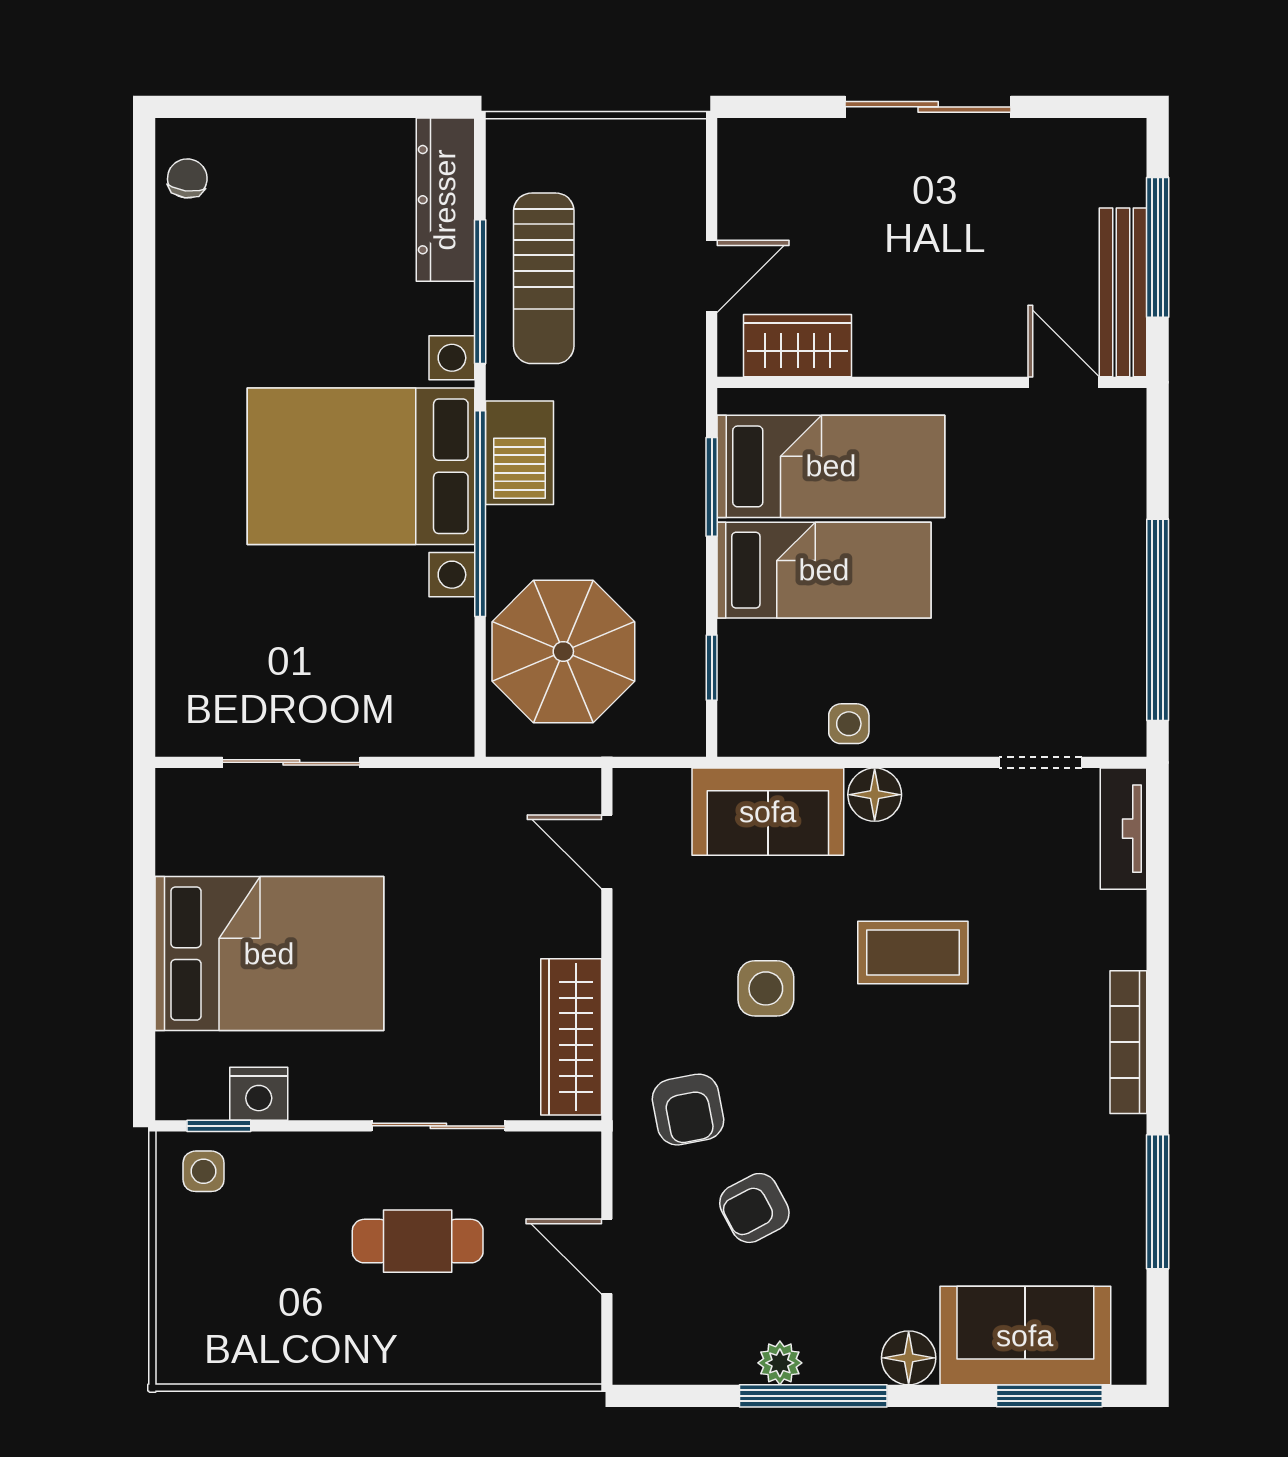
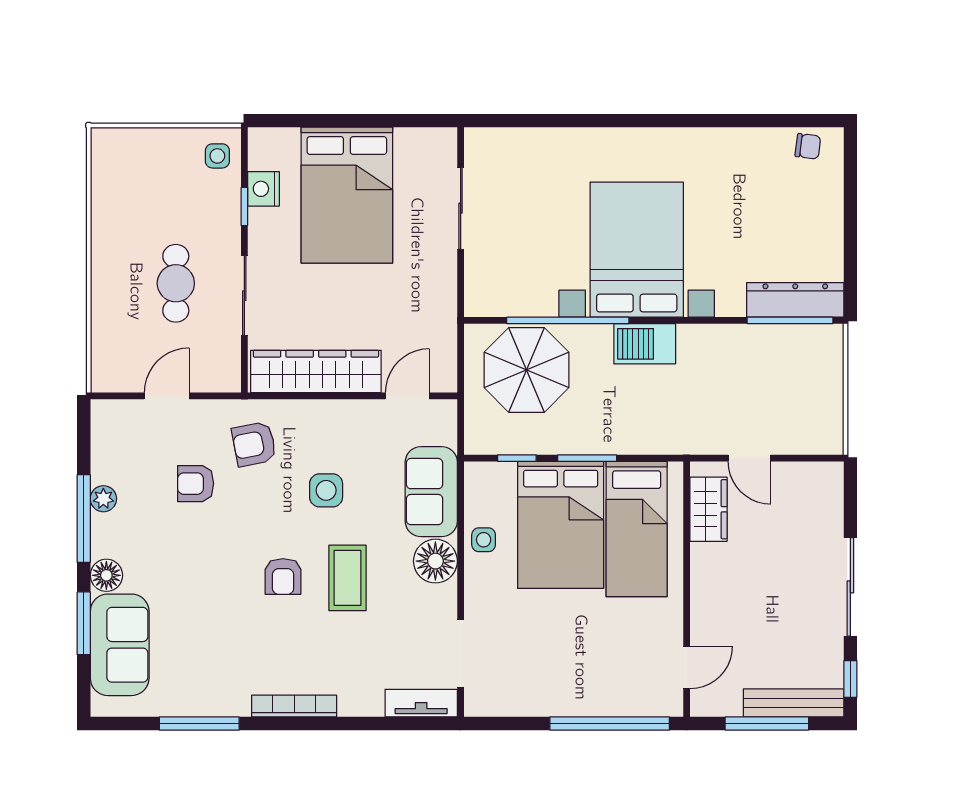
window: (1083, 107) -> (850, 679), added
sun lounger: (544, 278) -> (748, 358), removed
window: (480, 292) -> (790, 320), moved
bench: (1123, 292) -> (794, 703), moved
window: (712, 487) -> (587, 458), moved
window: (480, 514) -> (568, 320), moved
bed: (824, 570) -> (561, 525), width x1.50
window: (1158, 620) -> (610, 723), moved
doorway: (1040, 762) -> (461, 654), width x1.38
floor lamp: (875, 795) -> (435, 561), width x1.38, depth x1.38
wardrobe: (571, 1037) -> (316, 371), width x1.40, depth x1.17
armchair: (911, 1061) -> (283, 577), added
window: (219, 1126) -> (244, 206), moved
armchair: (754, 1208) -> (196, 484), turned -62
window: (1049, 1396) -> (84, 623), moved

